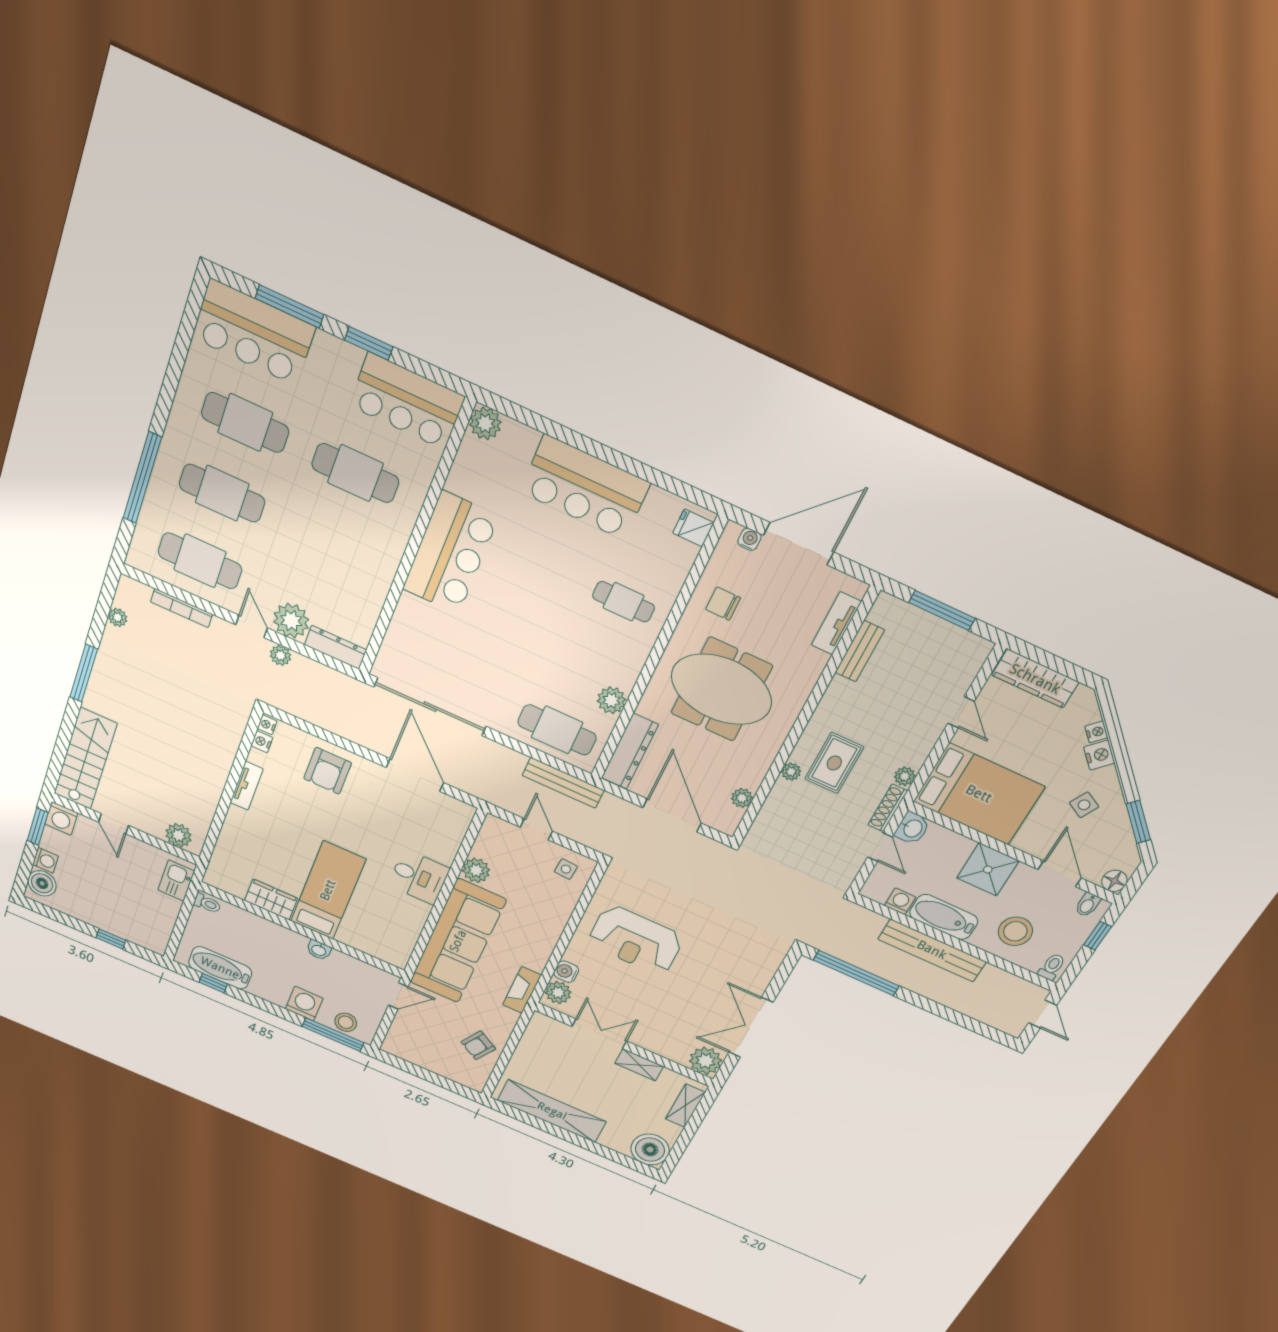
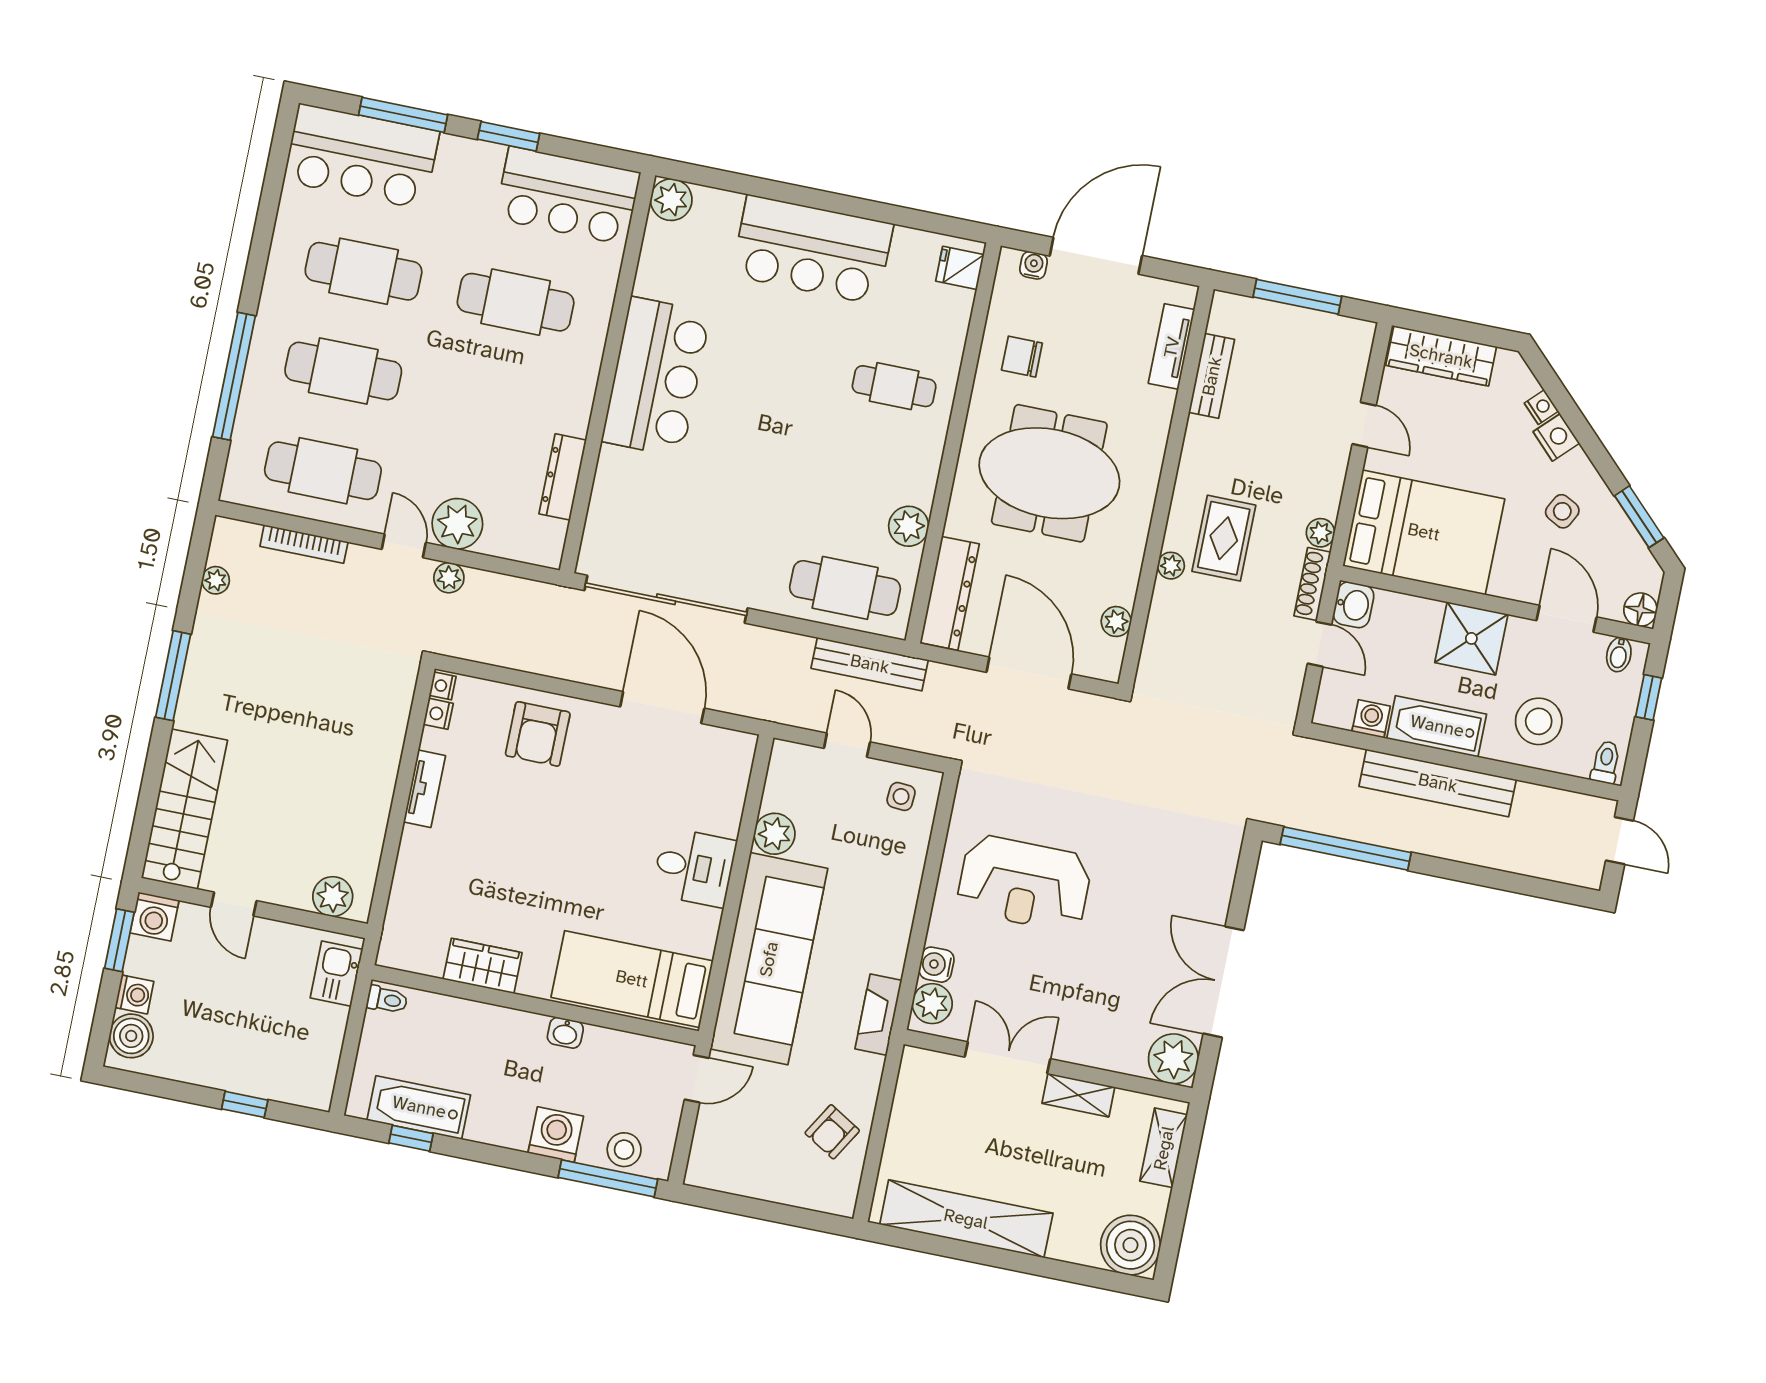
dresser: (335, 647) -> (563, 477), moved, turned -90
bed: (328, 890) -> (632, 979), moved, turned -90

